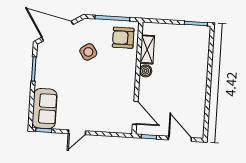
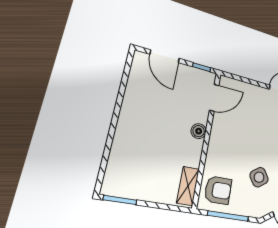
shelving: (147, 49) -> (188, 186), moved
boiler: (146, 71) -> (199, 131), moved
door: (135, 113) -> (214, 98), swing flipped

